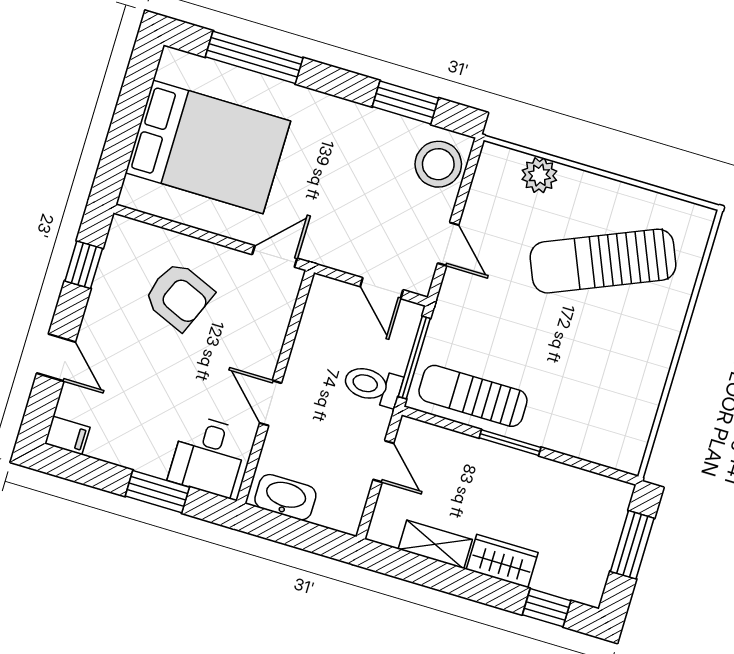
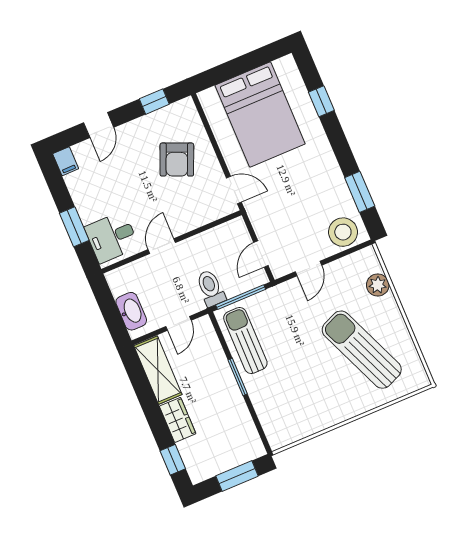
window: (254, 57) -> (321, 101), width x0.46
washbasin: (285, 497) -> (131, 311), moved
shelving: (435, 544) -> (158, 370), width x1.50, depth x1.33

